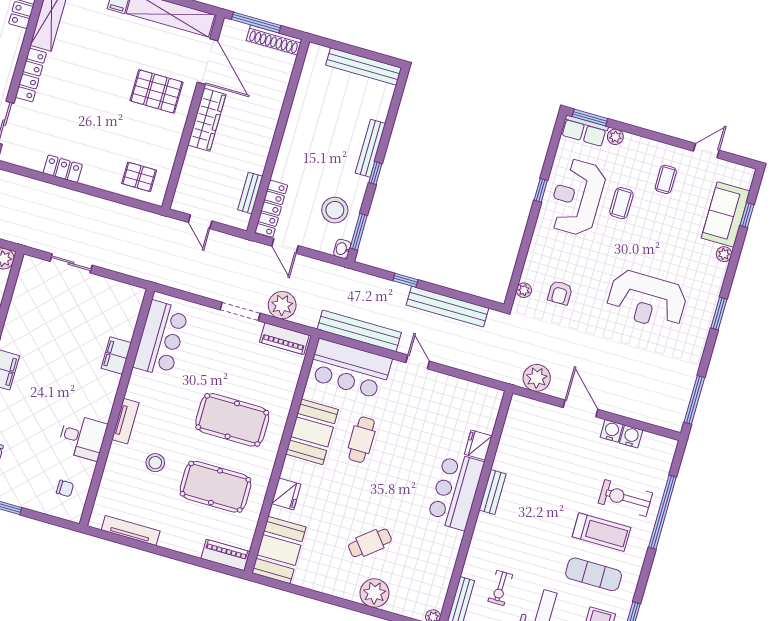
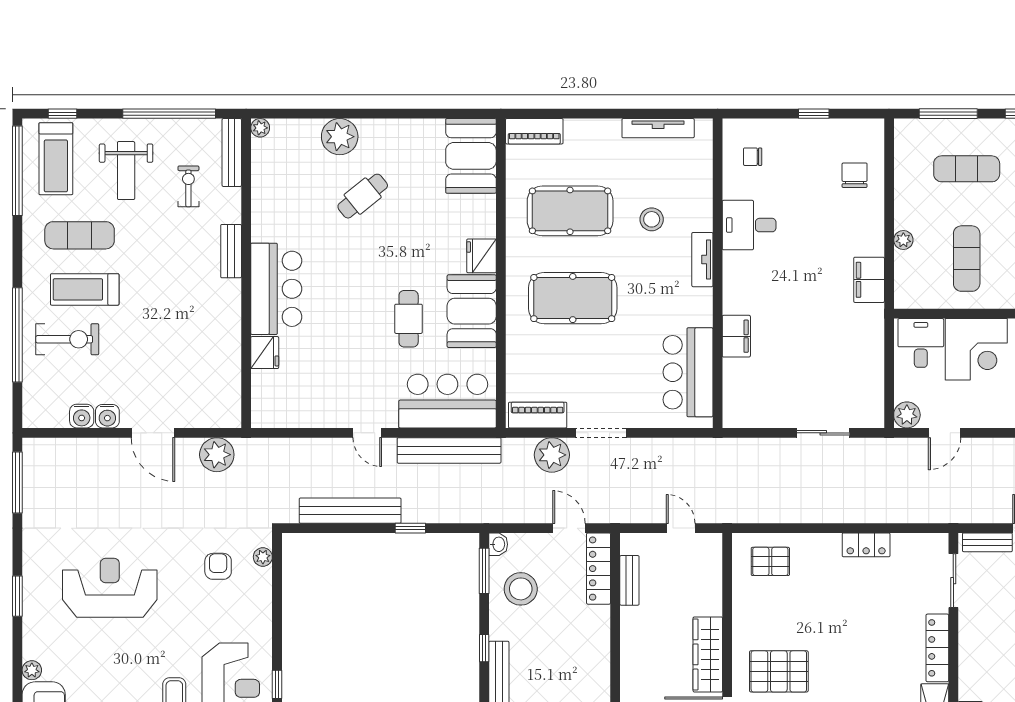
bench: (493, 492) -> (231, 251), moved
fridge: (286, 494) -> (481, 256), moved

